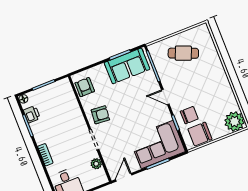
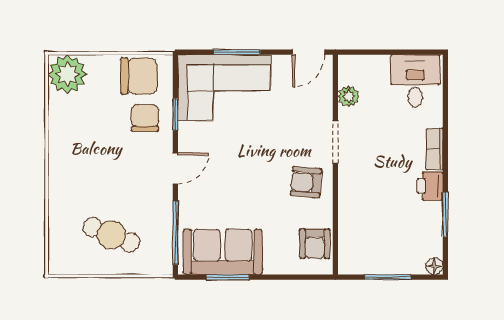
door: (165, 97) -> (175, 168), hinge flipped
printer: (32, 114) -> (430, 186), moved
chair: (189, 115) -> (145, 118), turned 90

